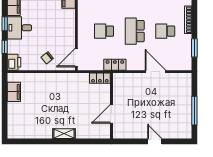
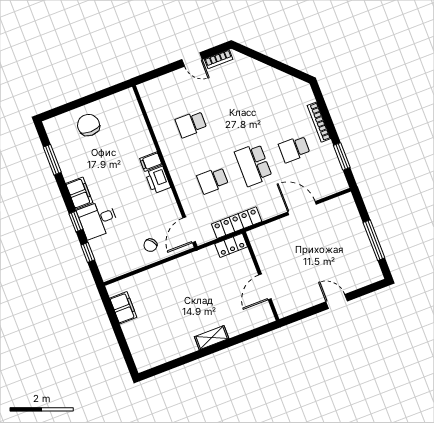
printer: (14, 62) -> (158, 180), moved, turned 180
locker: (115, 65) -> (237, 223), width x1.53

